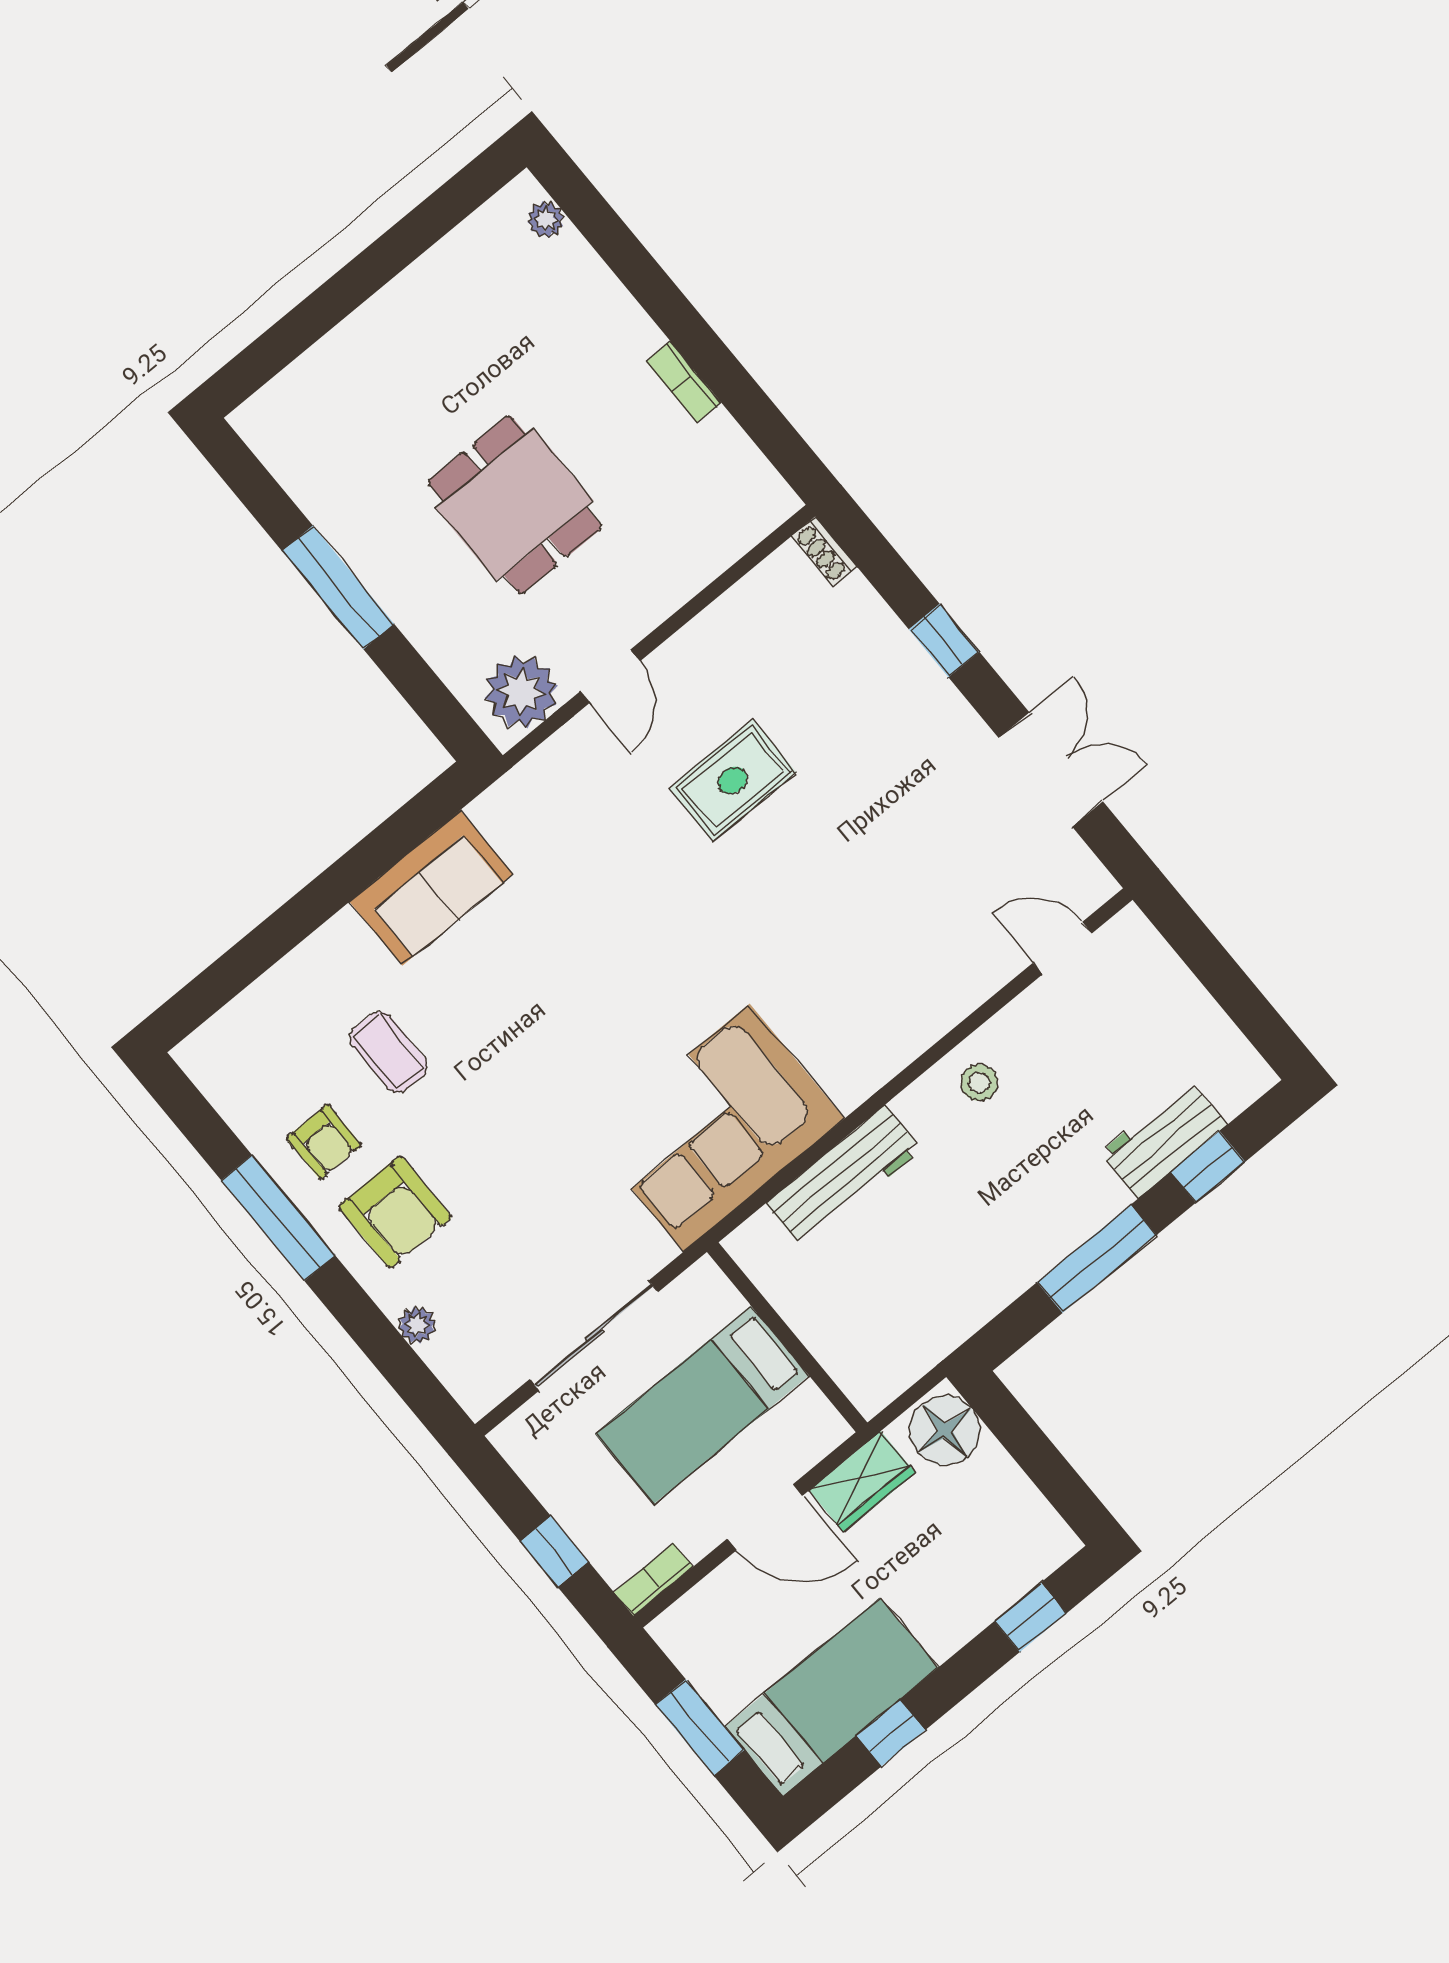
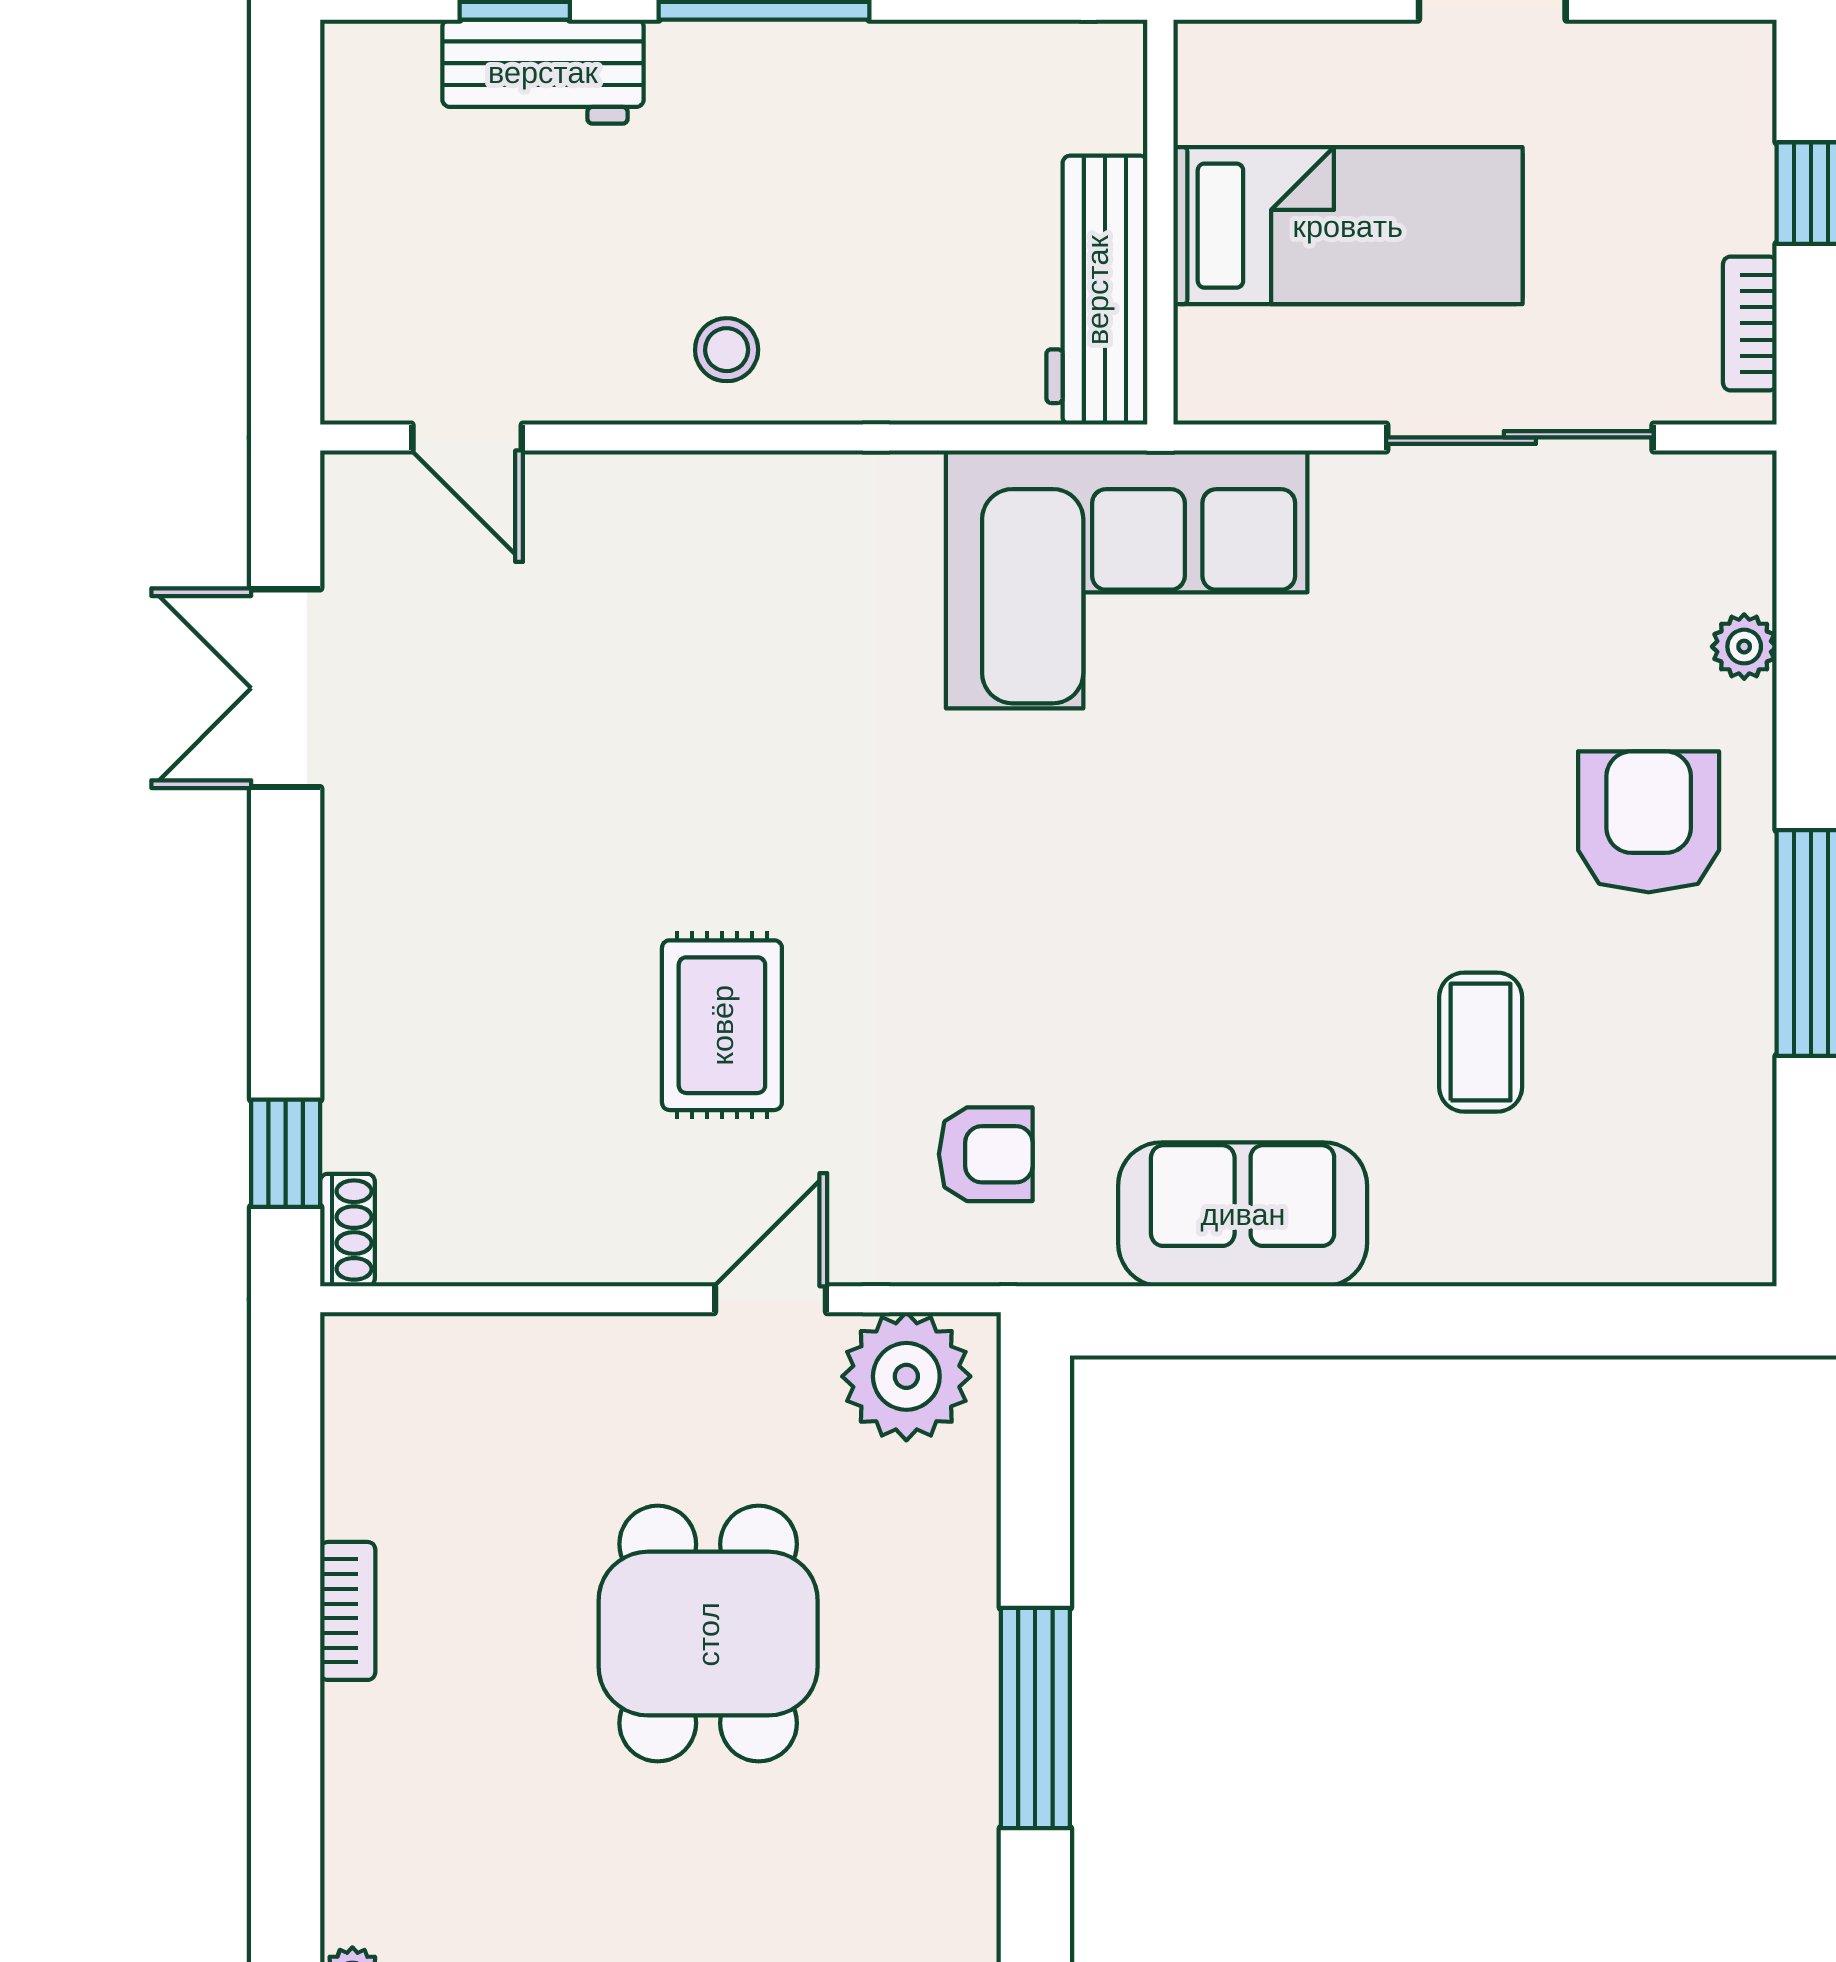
window: (944, 641) -> (286, 1153), moved
rug: (733, 780) -> (722, 1025), turned 90
armchair: (324, 1142) -> (986, 1154), moved, turned 90
workbench: (844, 1176) -> (1097, 290), moved, turned -90
wall: (787, 1337) -> (1160, 222), moved
bed: (702, 1405) -> (1348, 226), moved
bookcase: (653, 1580) -> (1750, 323), moved, turned 90

